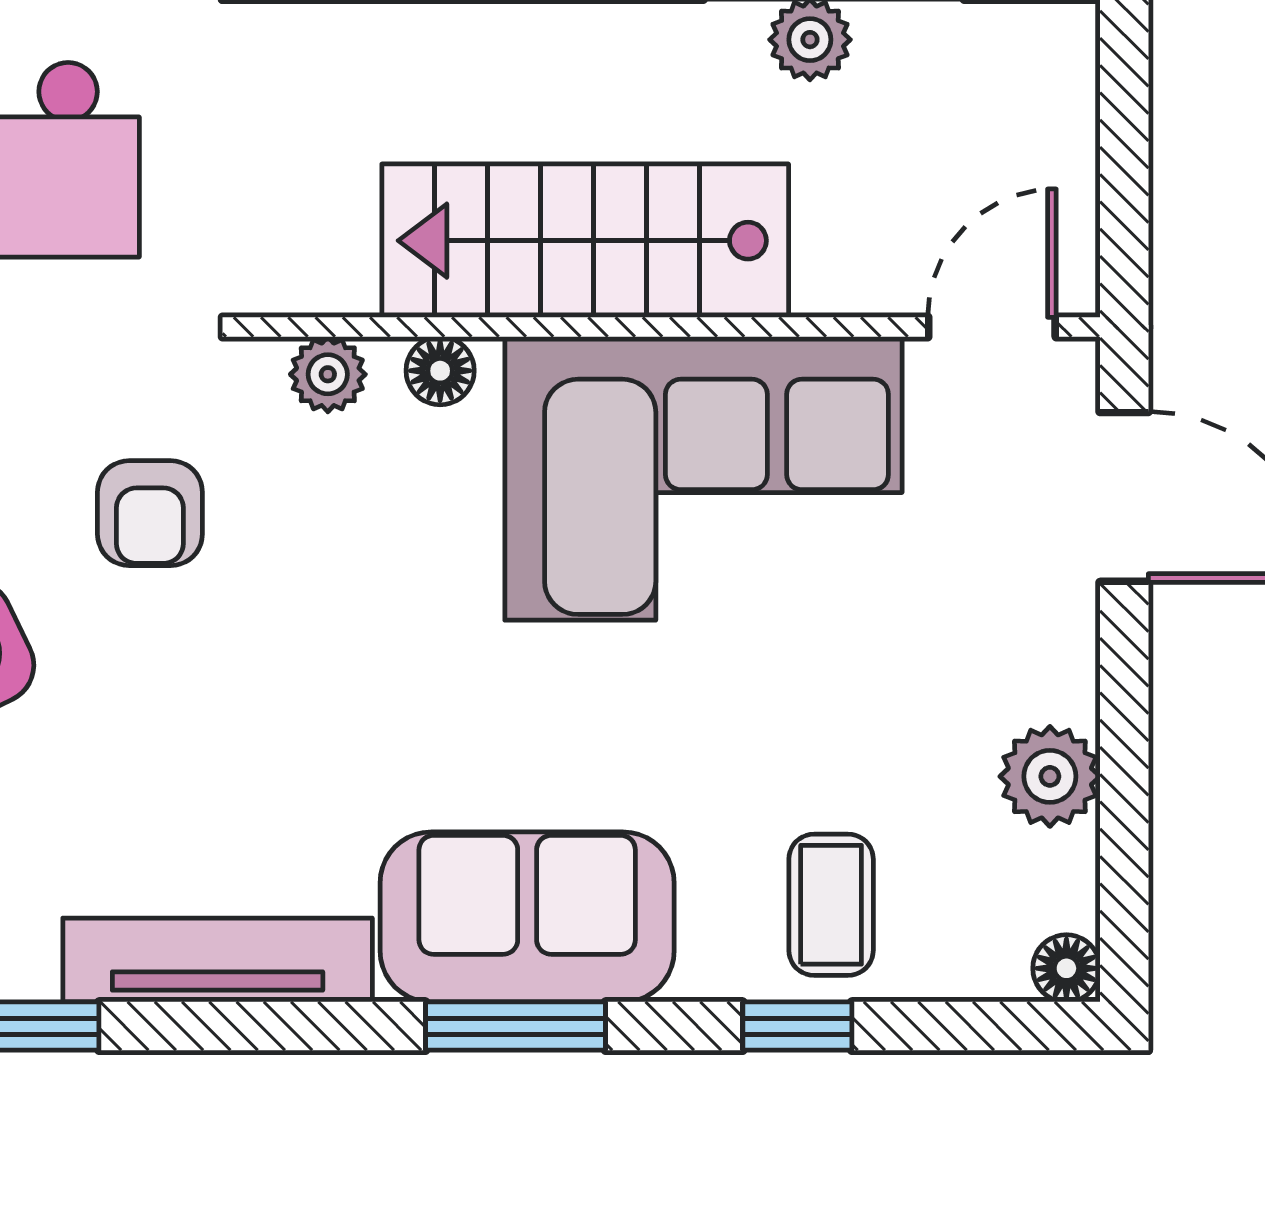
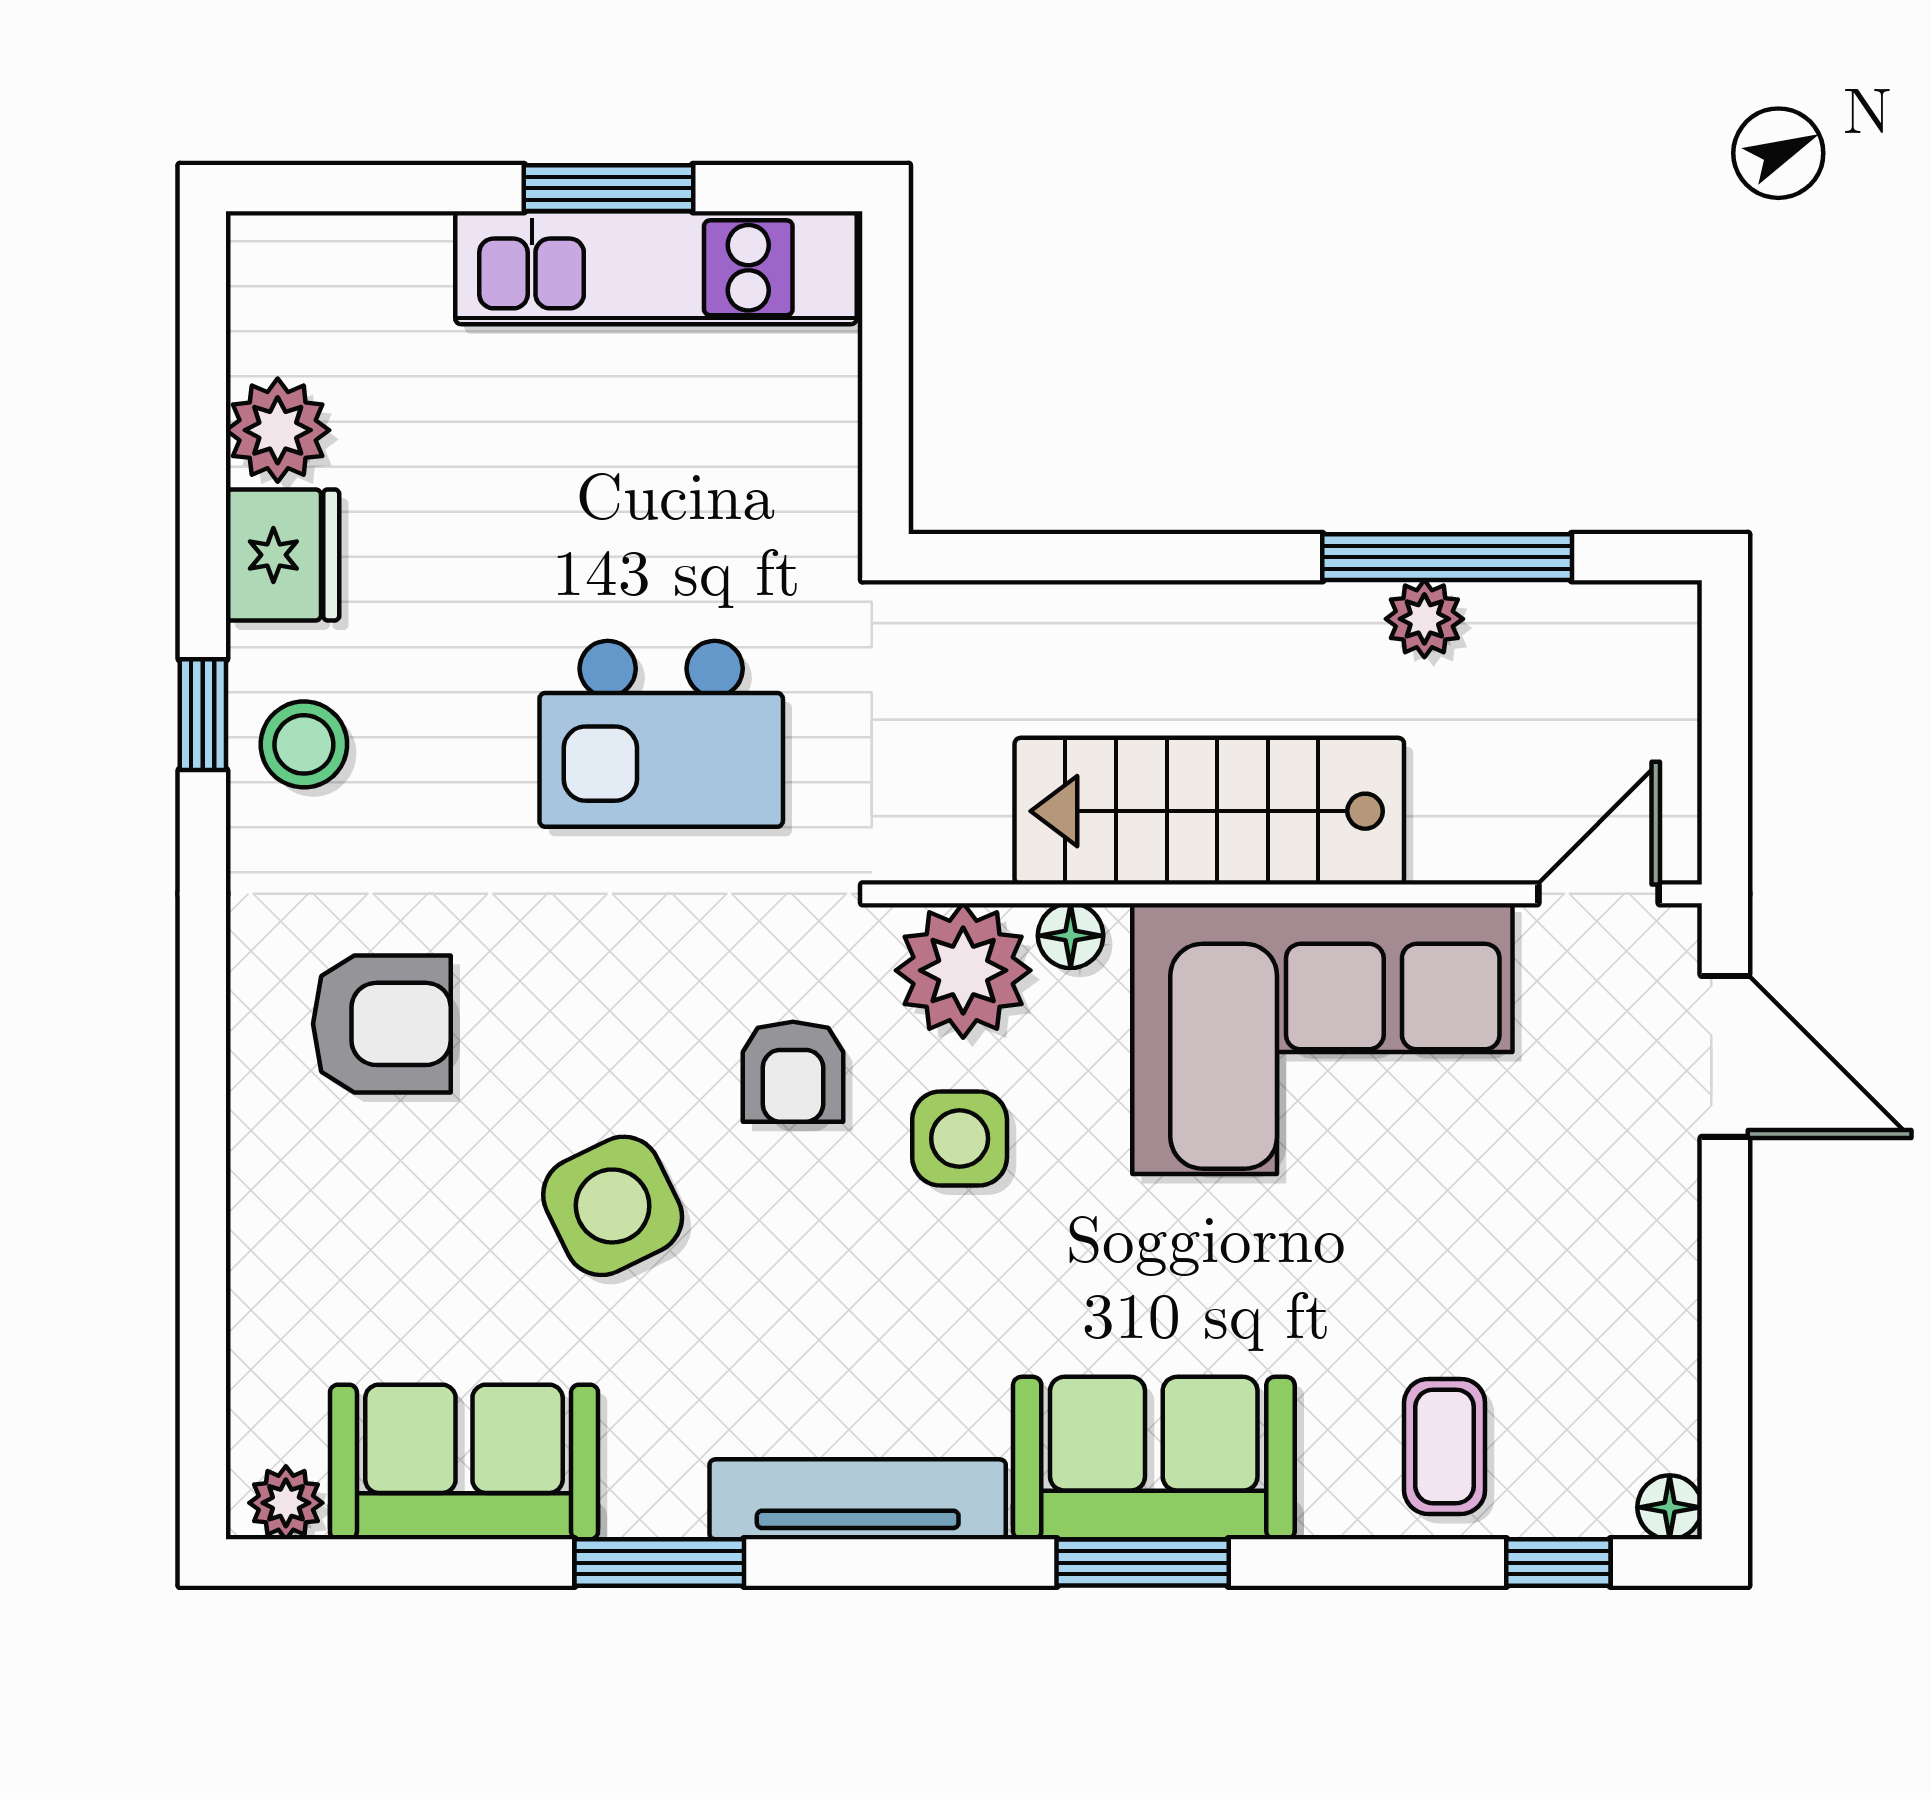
plant: (328, 374) -> (963, 970), width x1.88, depth x1.88
side table: (324, 583) -> (960, 1139), added
plant: (1050, 776) -> (1654, 1324), removed
window: (797, 1026) -> (1558, 1563), moved

